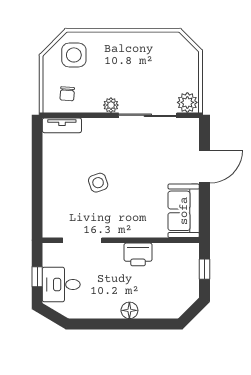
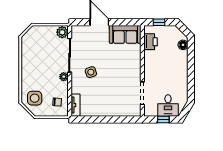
side table: (98, 183) -> (91, 72), moved
printer: (138, 254) -> (150, 42), moved
floor lamp: (129, 310) -> (183, 45), moved

